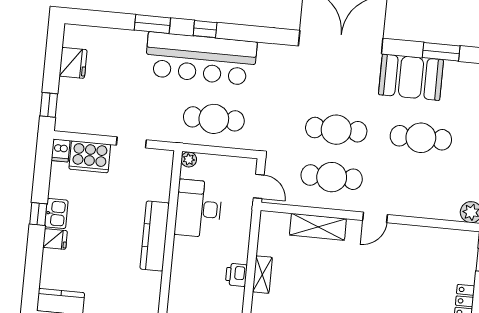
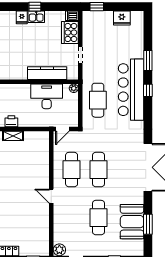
booth: (411, 77) -> (132, 222), moved
shelving: (318, 227) -> (43, 165), removed
kitchen counter: (155, 236) -> (47, 73), moved

